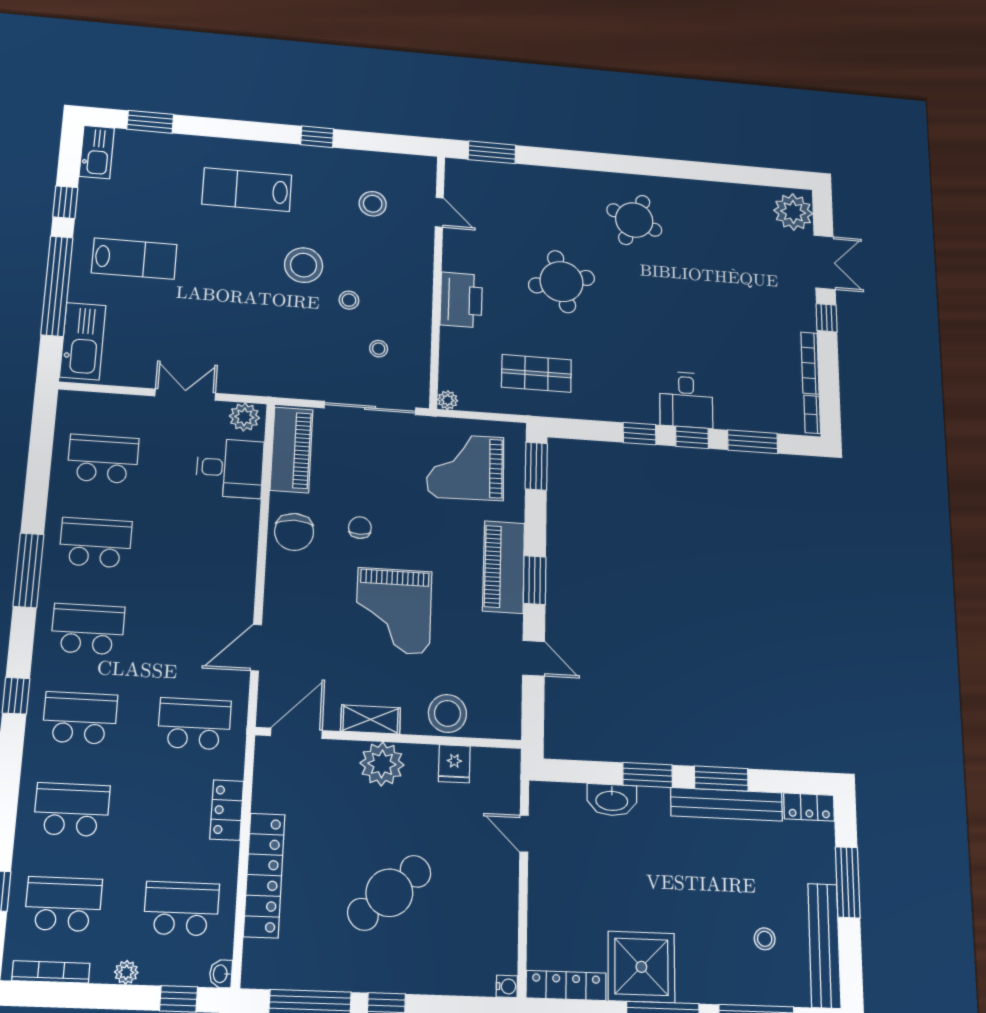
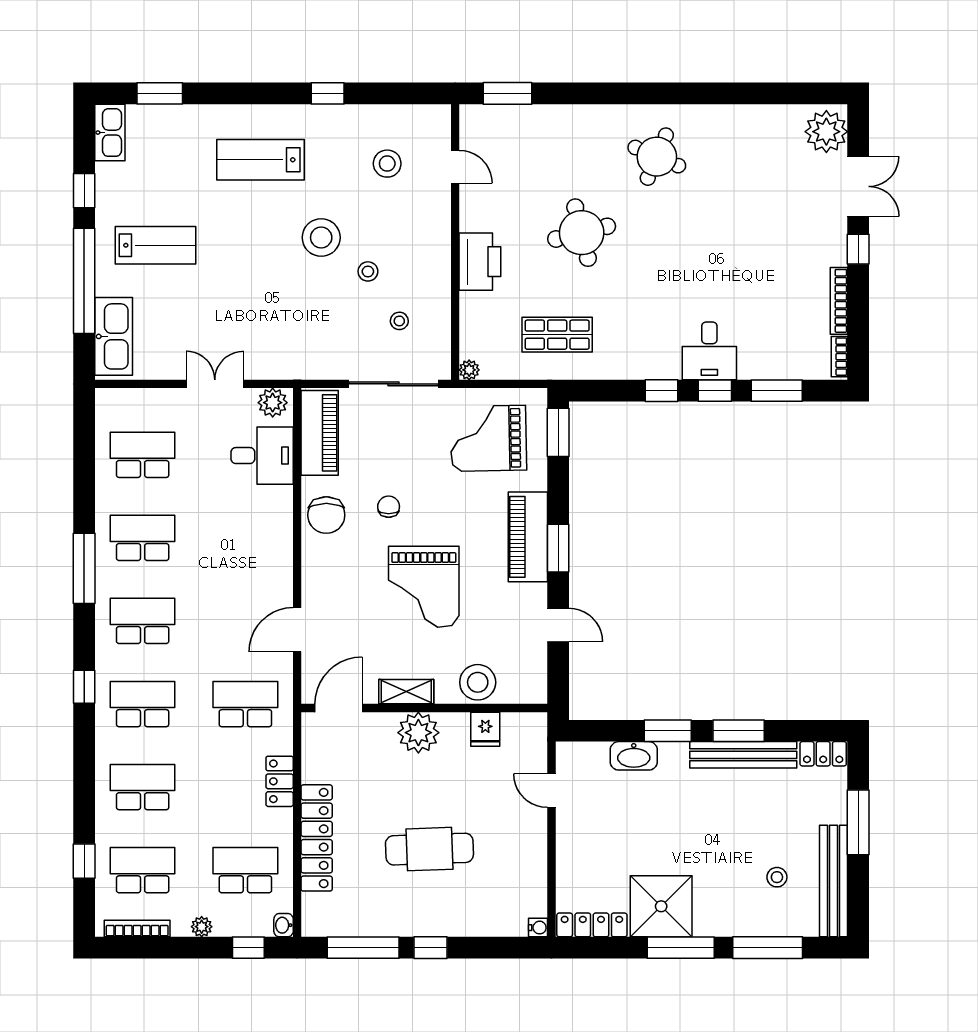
cafe table: (389, 893) -> (429, 849), turned 39

